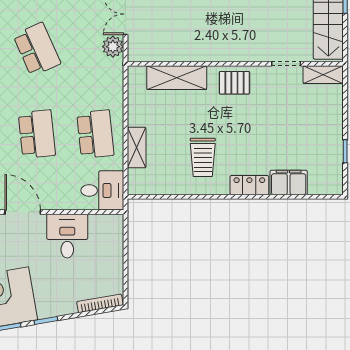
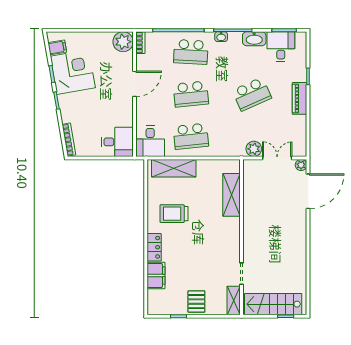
pallet: (234, 83) -> (196, 302), moved
shelving: (137, 148) -> (174, 168), width x1.50, depth x1.33
desk: (67, 236) -> (117, 142), moved

